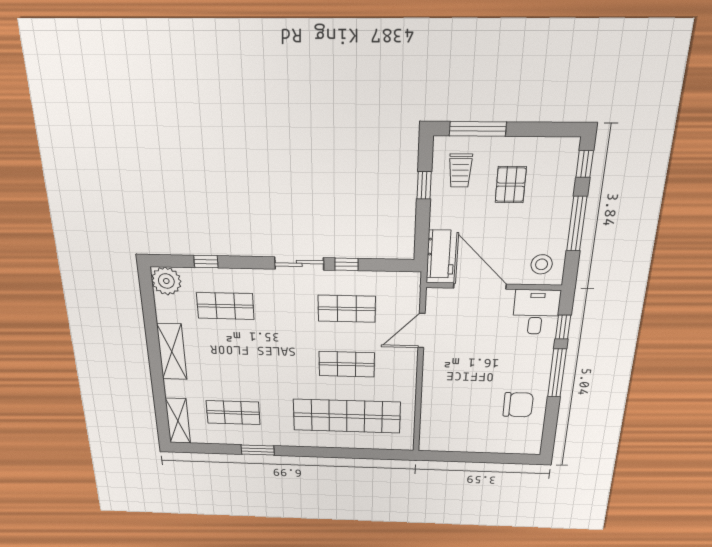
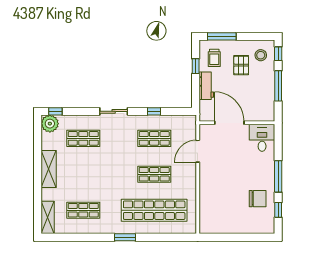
workbench: (441, 254) -> (206, 86), moved
window: (206, 262) -> (55, 111), moved
sliding door: (299, 263) -> (114, 111), moved
stool: (542, 264) -> (261, 55), moved
window: (563, 327) -> (278, 210), moved
window: (258, 450) -> (125, 237), moved

